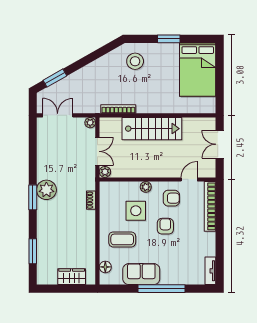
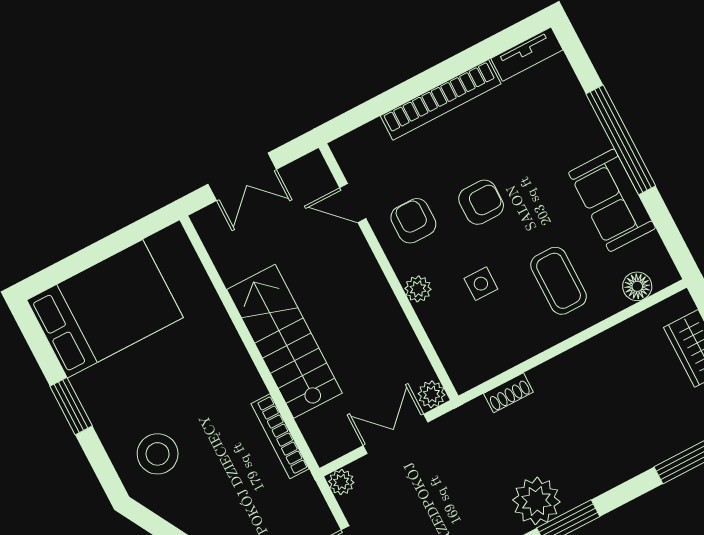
bookcase: (210, 206) -> (441, 100), moved
side table: (136, 211) -> (481, 284), width x0.54, depth x0.54
armchair: (165, 226) -> (481, 202), turned 180

